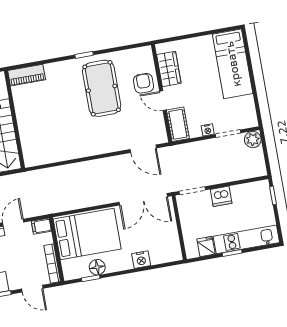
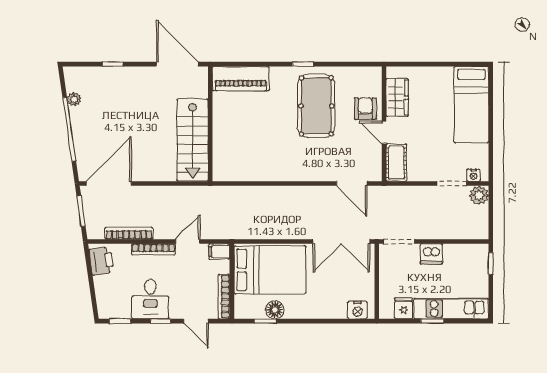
piano: (27, 75) -> (241, 79), width x1.37, depth x1.33
nightstand: (208, 130) -> (474, 175), moved
nightstand: (141, 260) -> (358, 310), moved

